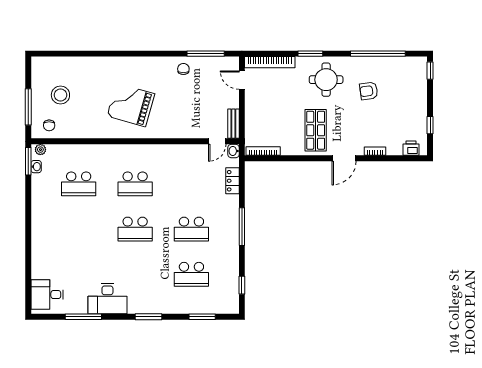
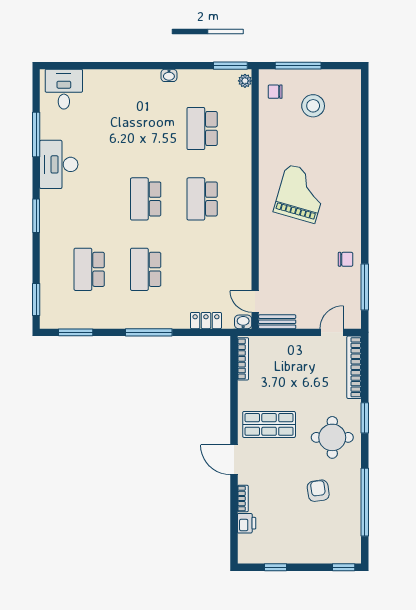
printer: (411, 148) -> (247, 523), moved
washbasin: (36, 167) -> (169, 75), moved
window: (242, 285) -> (76, 332), width x1.50
window: (202, 317) -> (36, 300), moved

